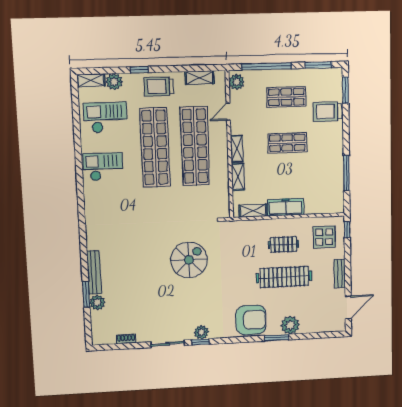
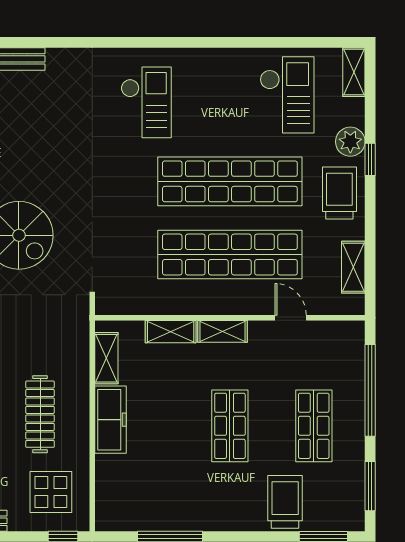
plant: (114, 82) -> (350, 142), moved
plant: (236, 82) -> (344, 335), removed
checkout: (103, 167) -> (146, 102), moved
clothes rail: (284, 244) -> (40, 414), width x1.36

